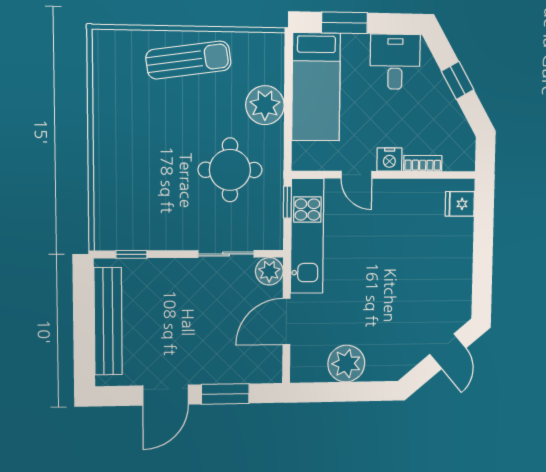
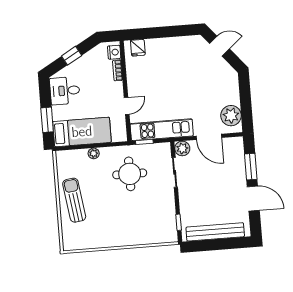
plant: (265, 105) -> (94, 153), width x0.53, depth x0.53
nightstand: (389, 159) -> (114, 52), moved
plant: (346, 364) -> (231, 116), moved

